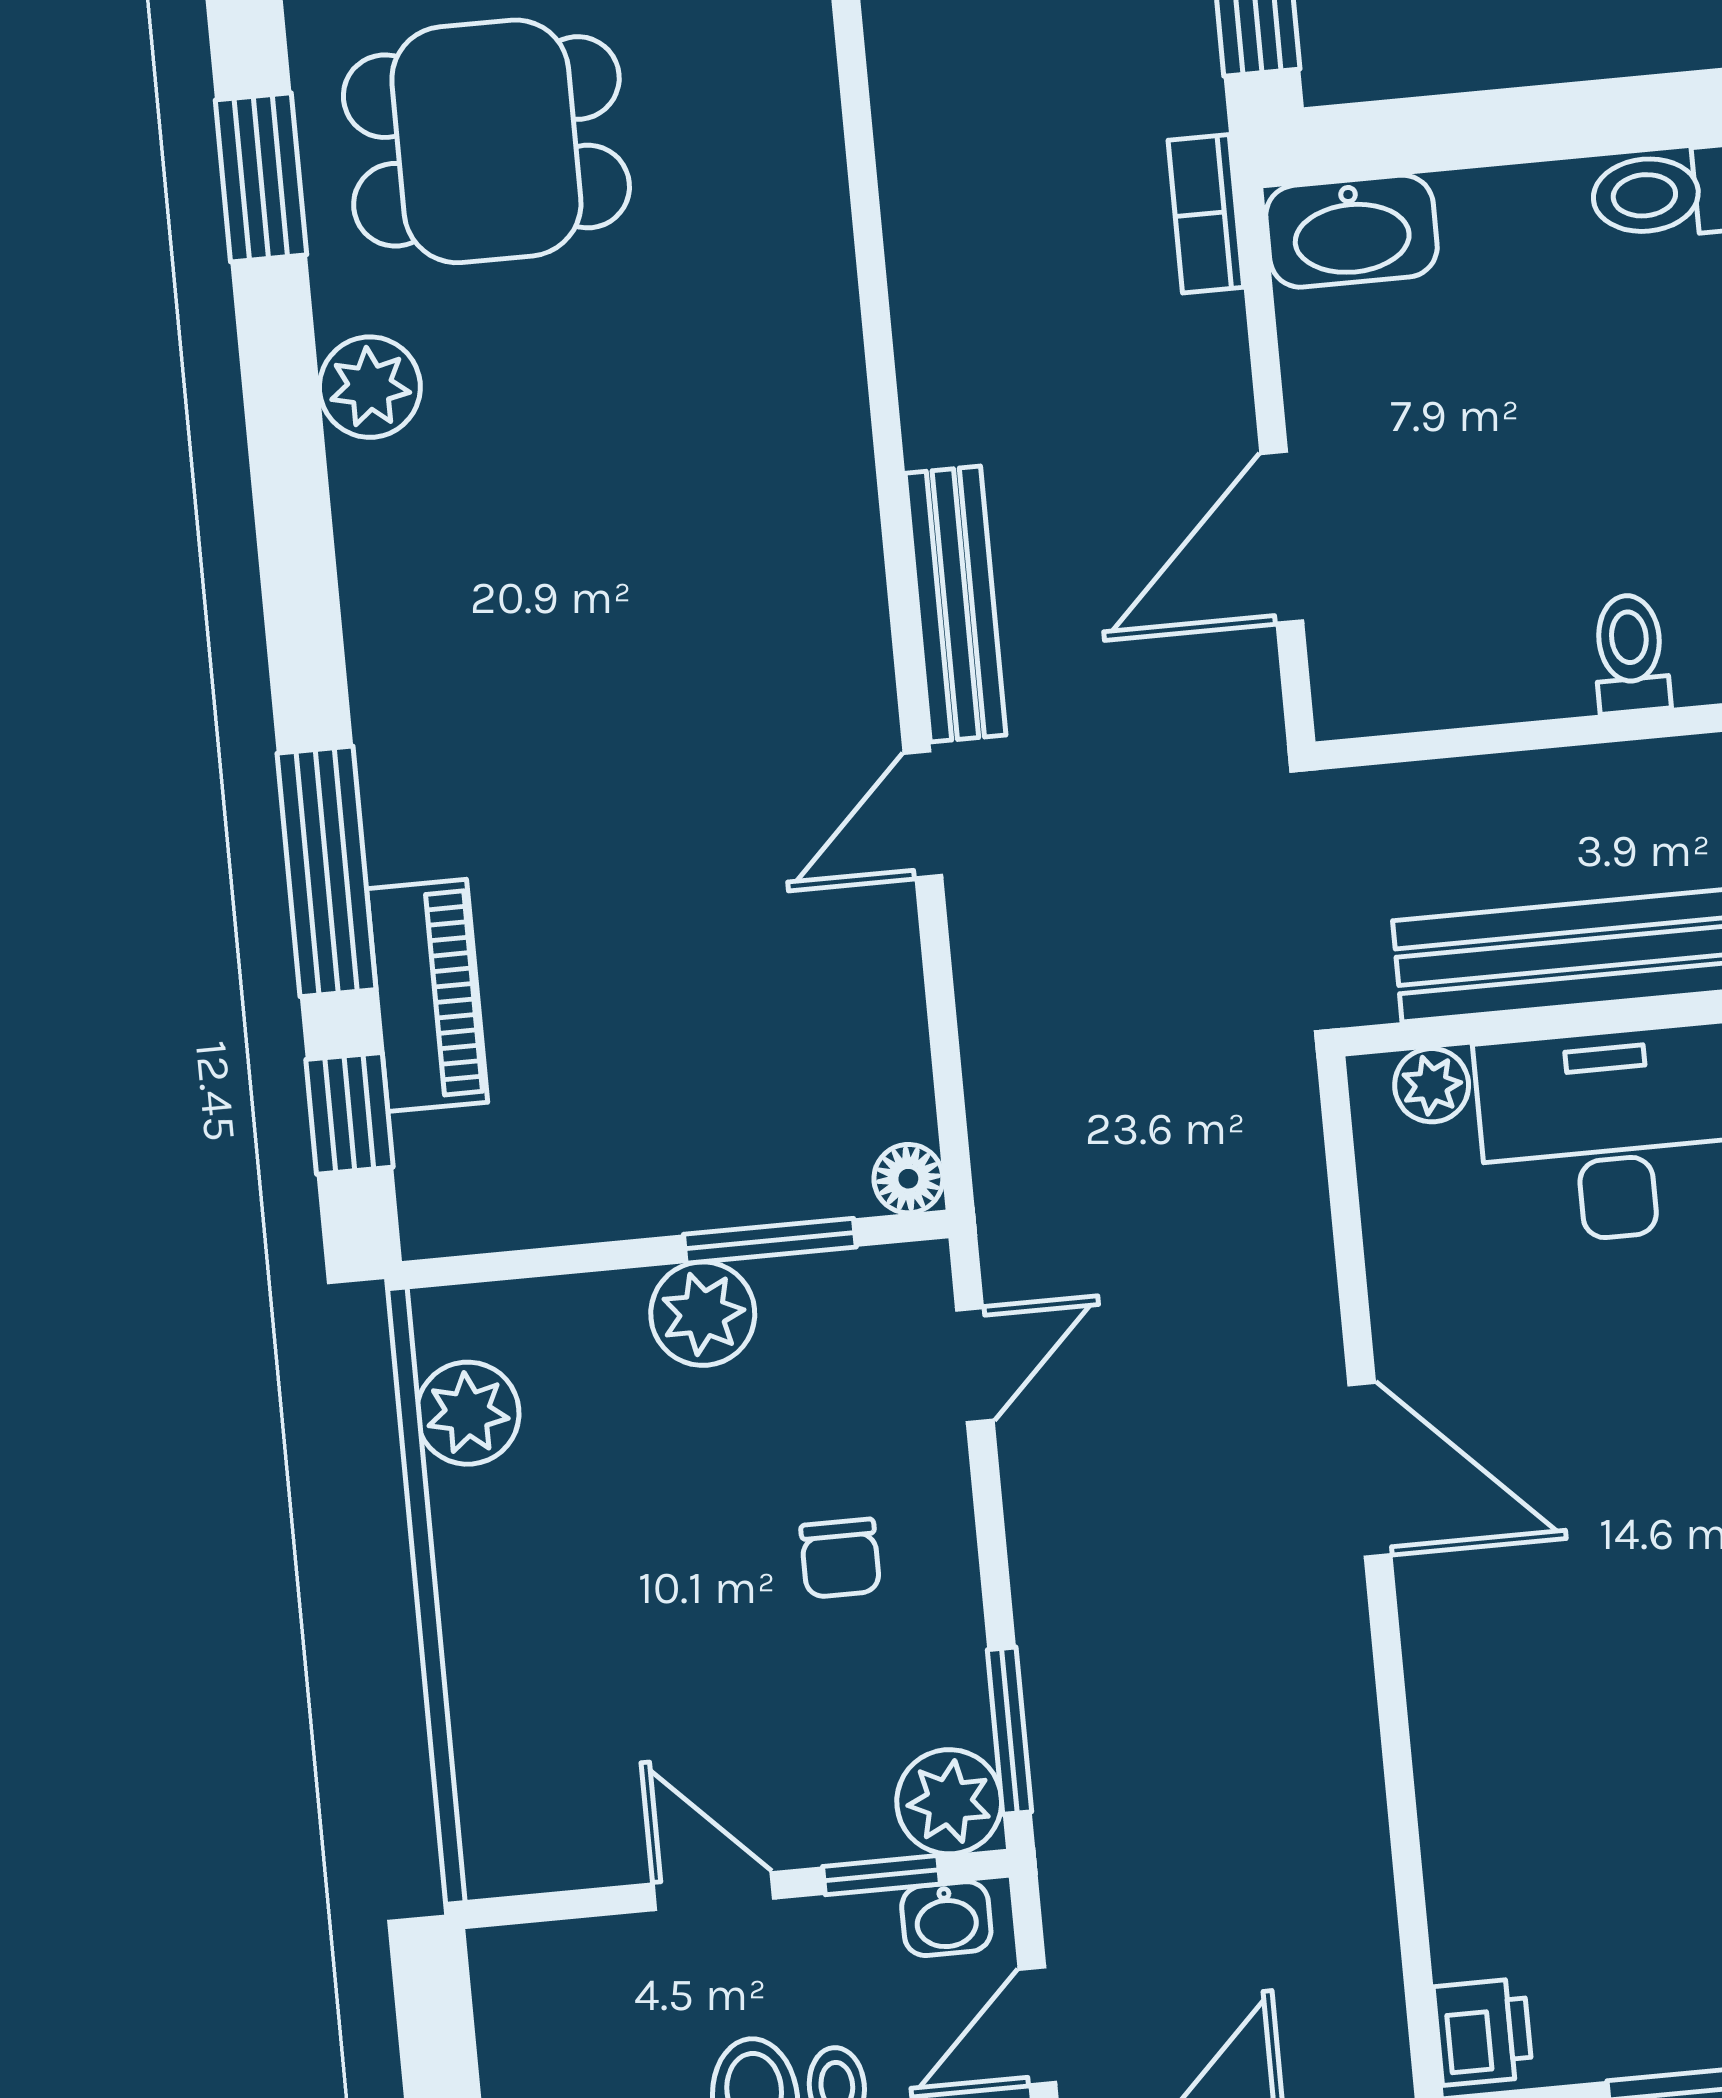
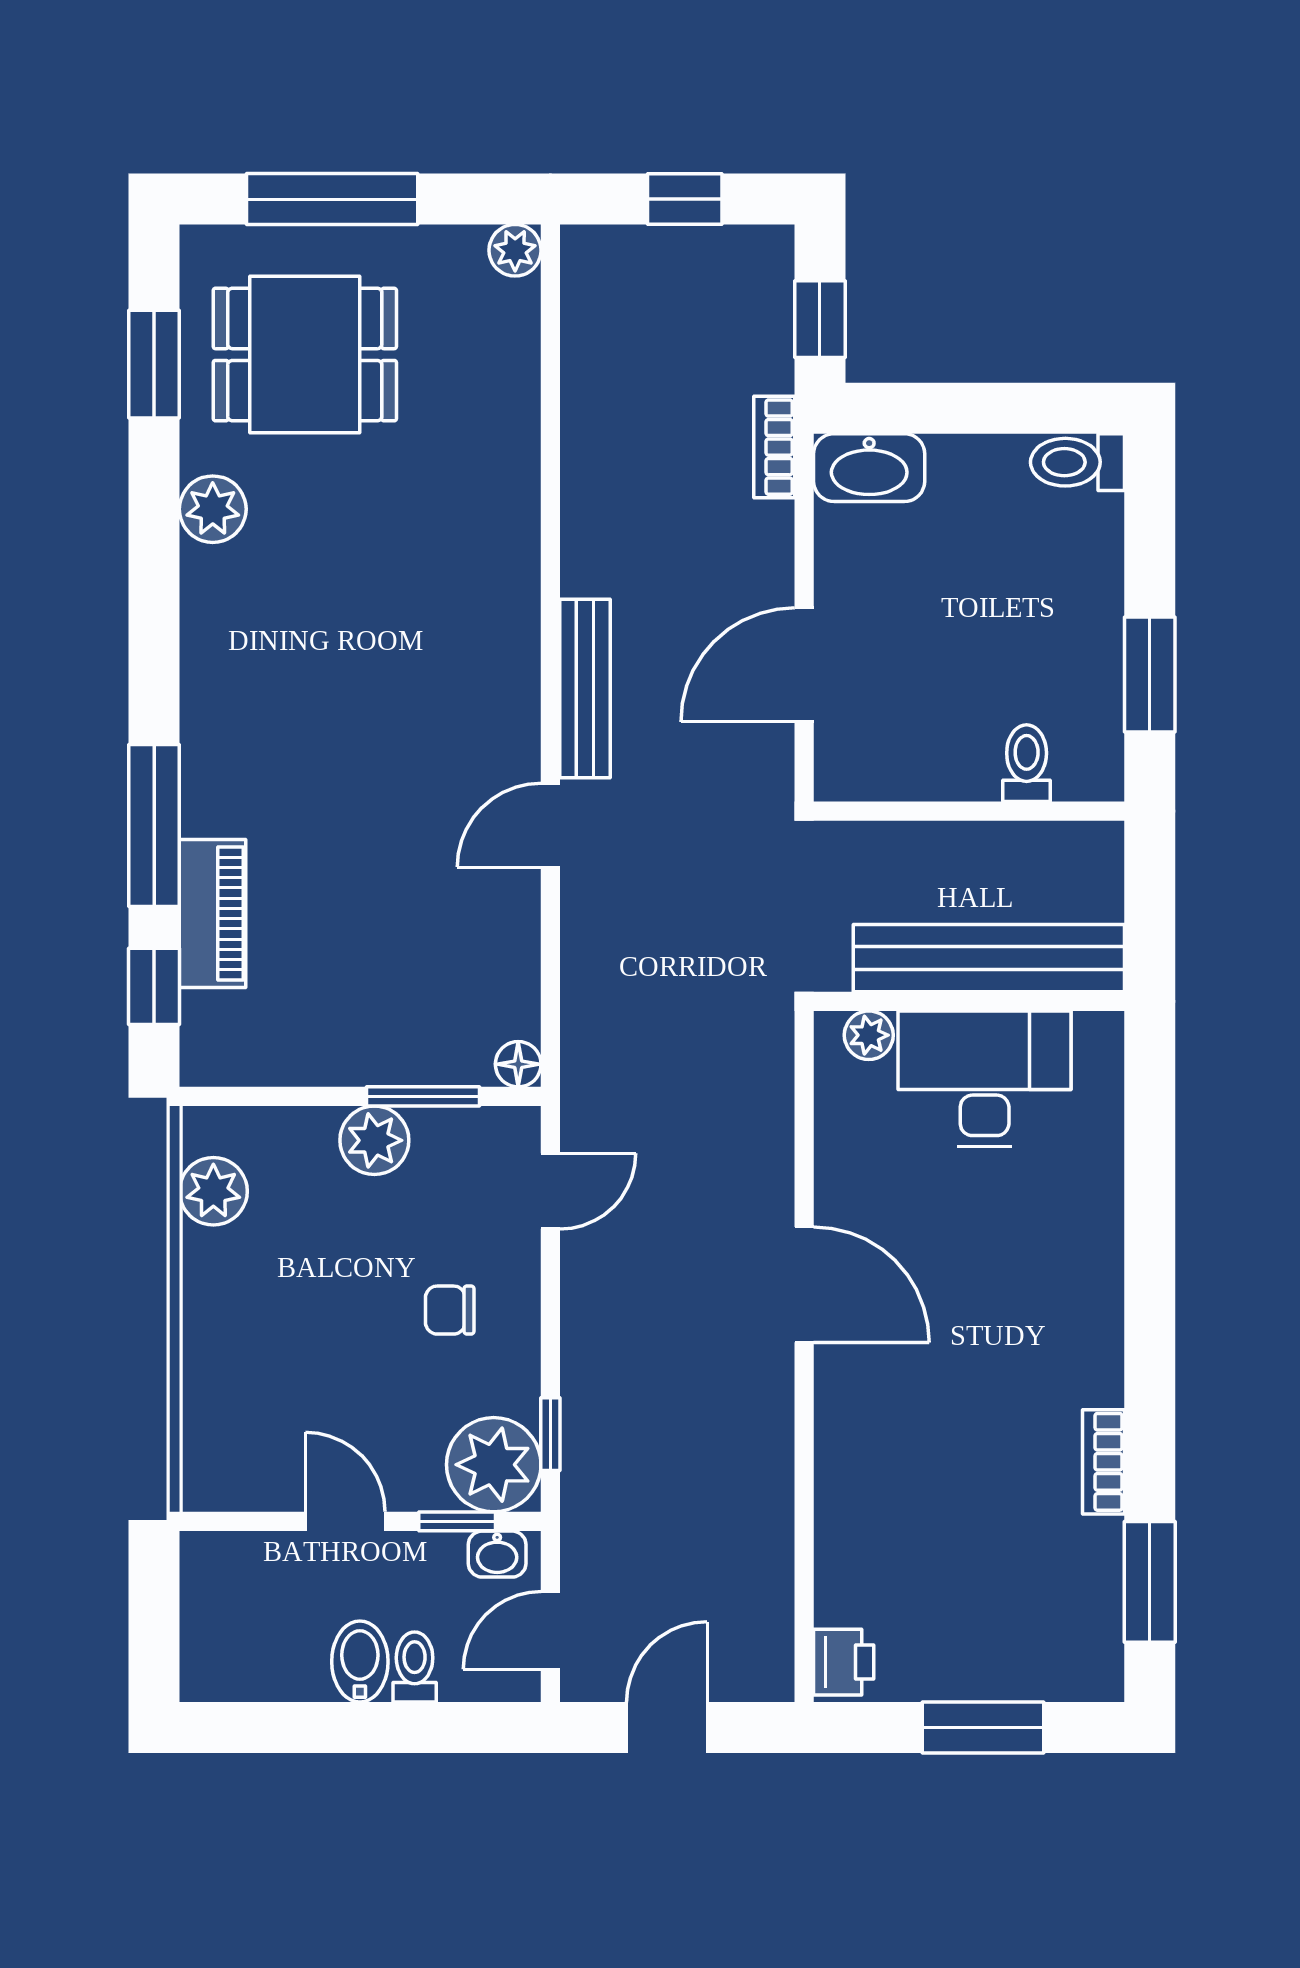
chair: (840, 1558) -> (450, 1310), turned 90
window: (1009, 1731) -> (550, 1434), width x0.67
plant: (949, 1802) -> (494, 1465), width x1.36, depth x1.36

